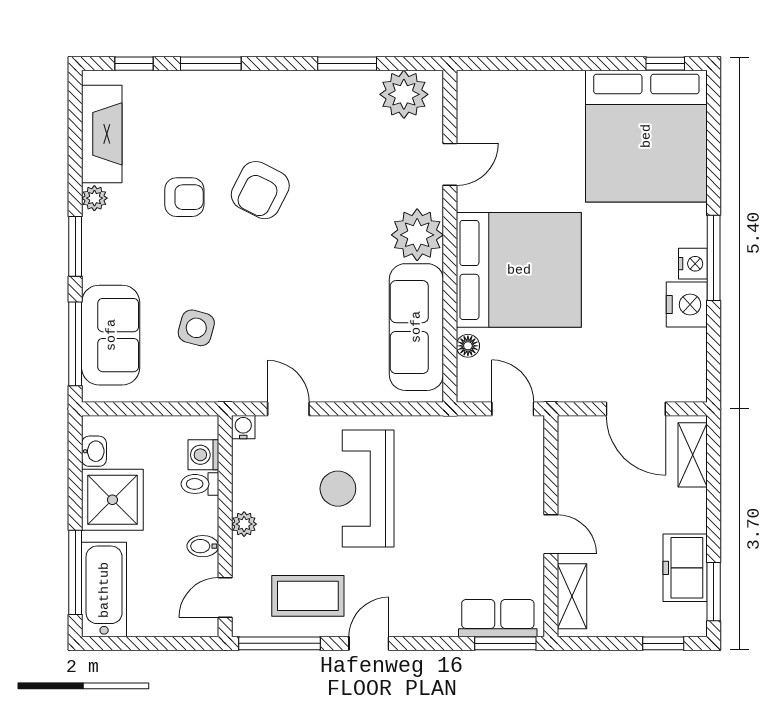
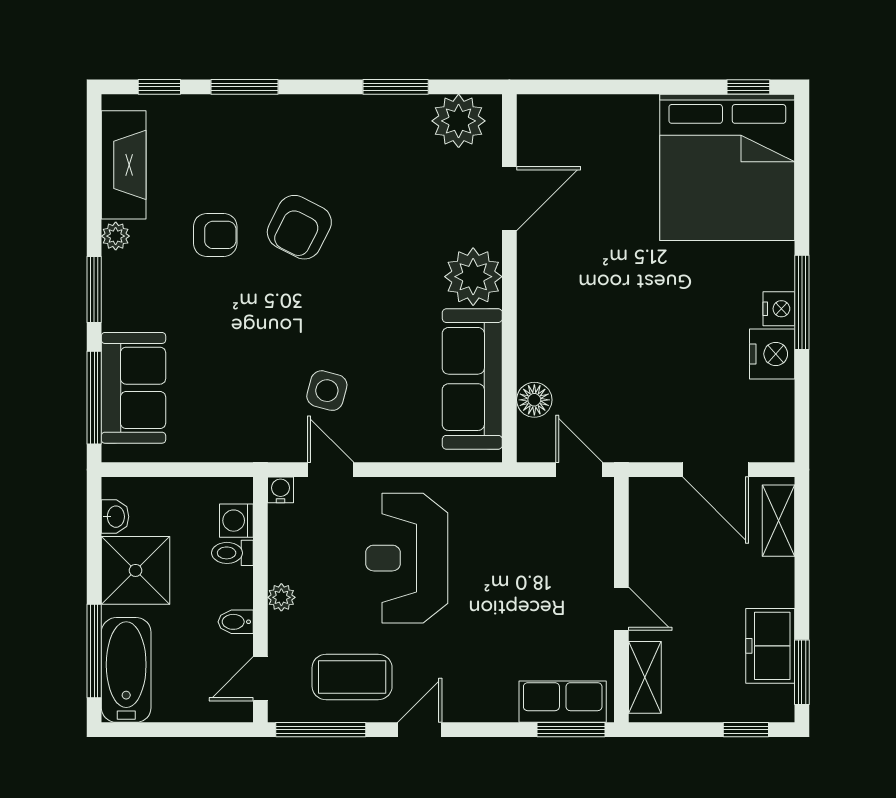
door: (450, 164) -> (509, 199), width x1.38
bed: (519, 270) -> (586, 316), removed
side table: (196, 328) -> (327, 391), moved
floor lamp: (468, 346) -> (534, 400), width x1.37, depth x1.37

